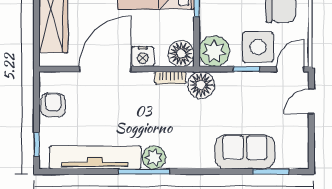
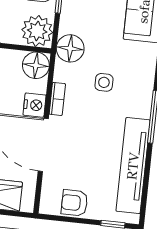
bookcase: (170, 78) -> (57, 99), moved
side table: (172, 121) -> (104, 82), added
plant: (154, 158) -> (140, 105), removed

